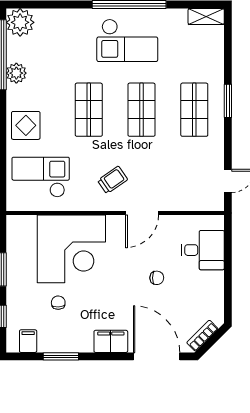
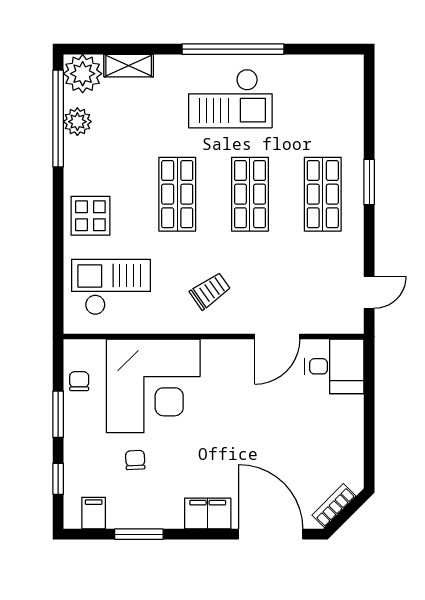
shelving: (206, 16) -> (129, 66), moved
plant: (16, 73) -> (77, 122), moved
door: (142, 213) -> (277, 336), moved
desk: (203, 250) -> (334, 366), moved
chair: (157, 278) -> (79, 381), moved, turned -90

